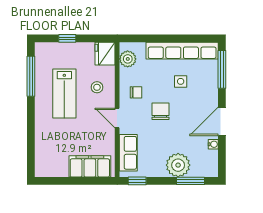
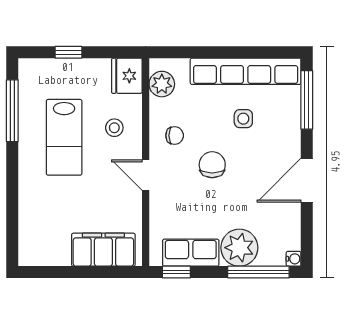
water cooler: (213, 144) -> (294, 259), moved
row of seats: (128, 153) -> (191, 253), moved, turned -90
window: (190, 181) -> (258, 272), width x1.44

